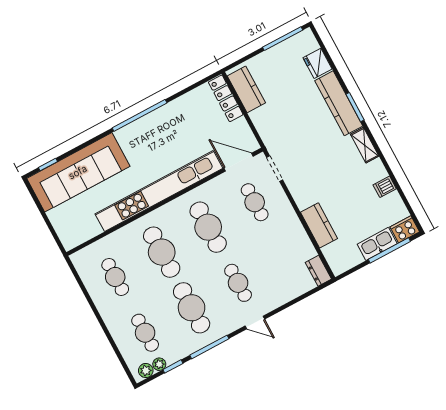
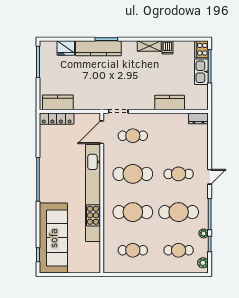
shelving: (365, 145) -> (149, 46), moved
plant: (159, 364) -> (204, 233), moved

